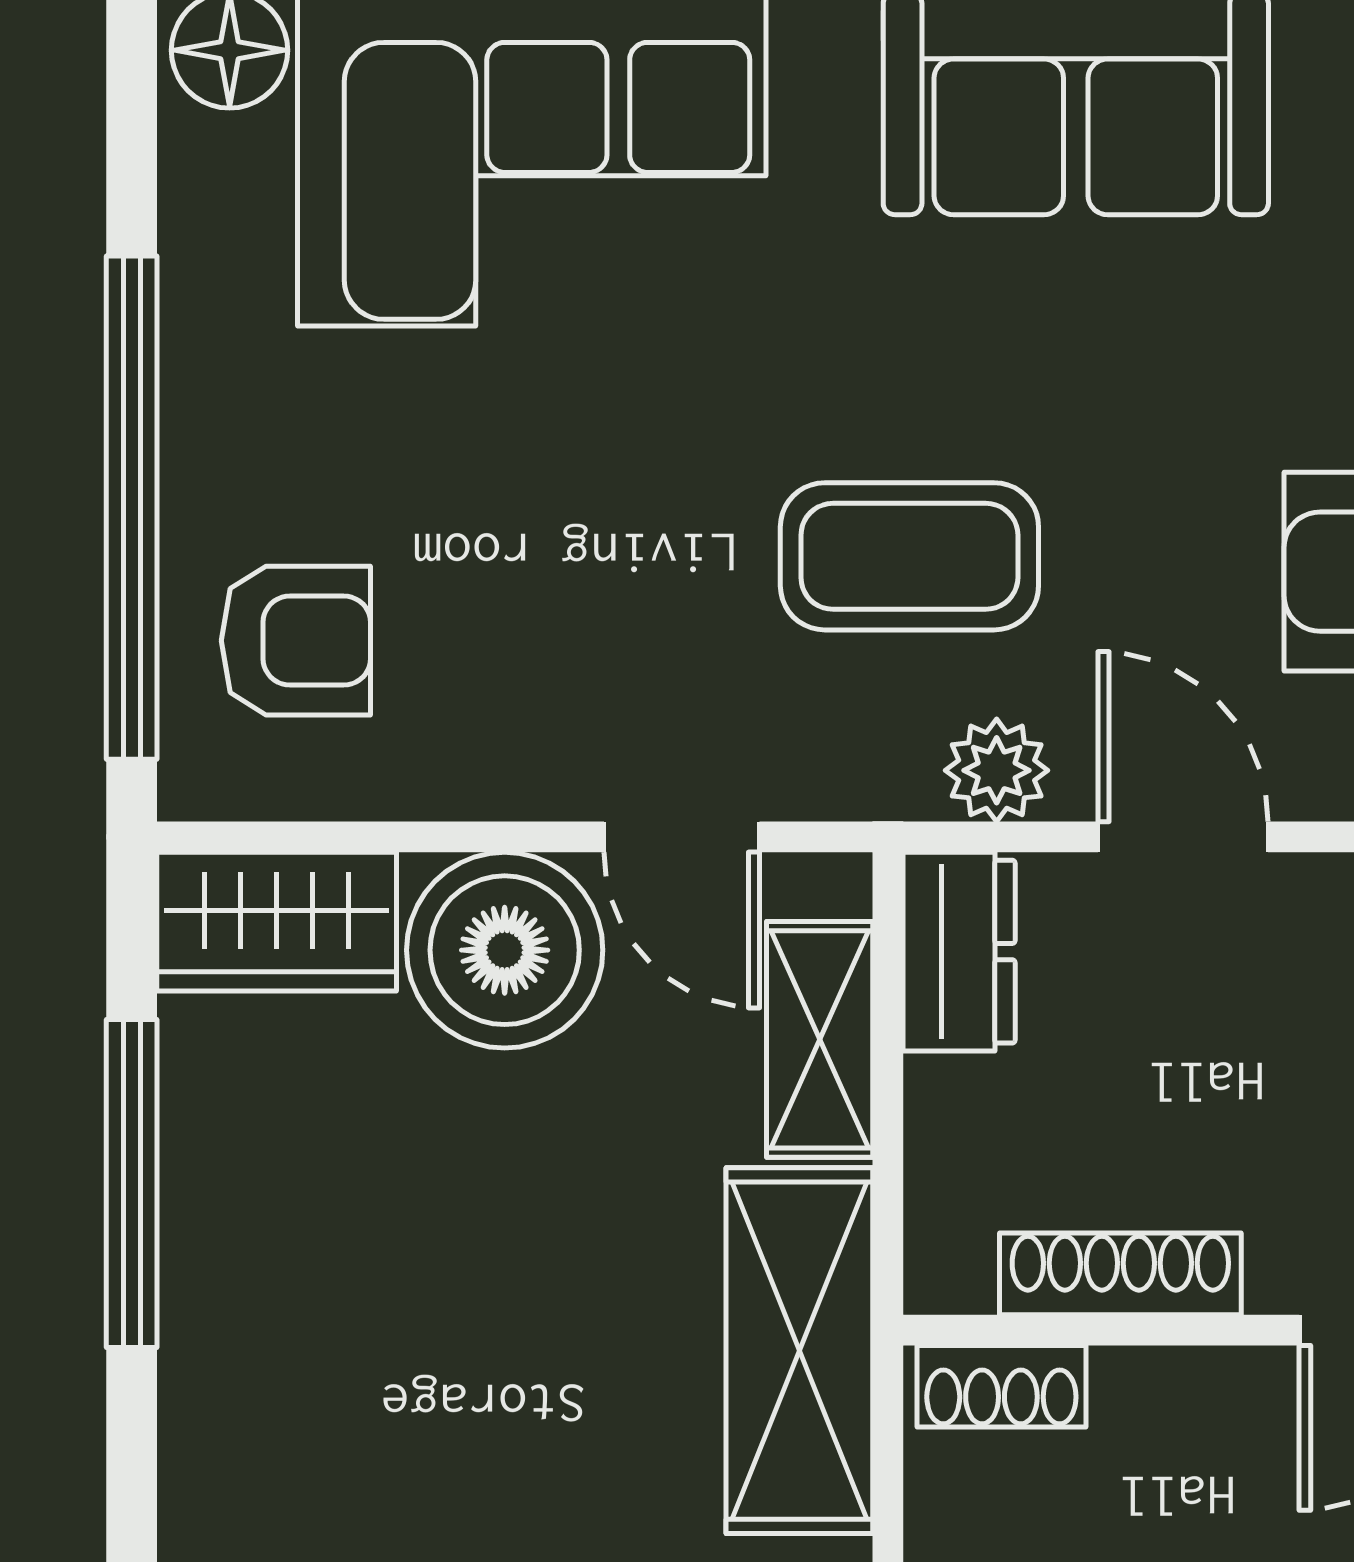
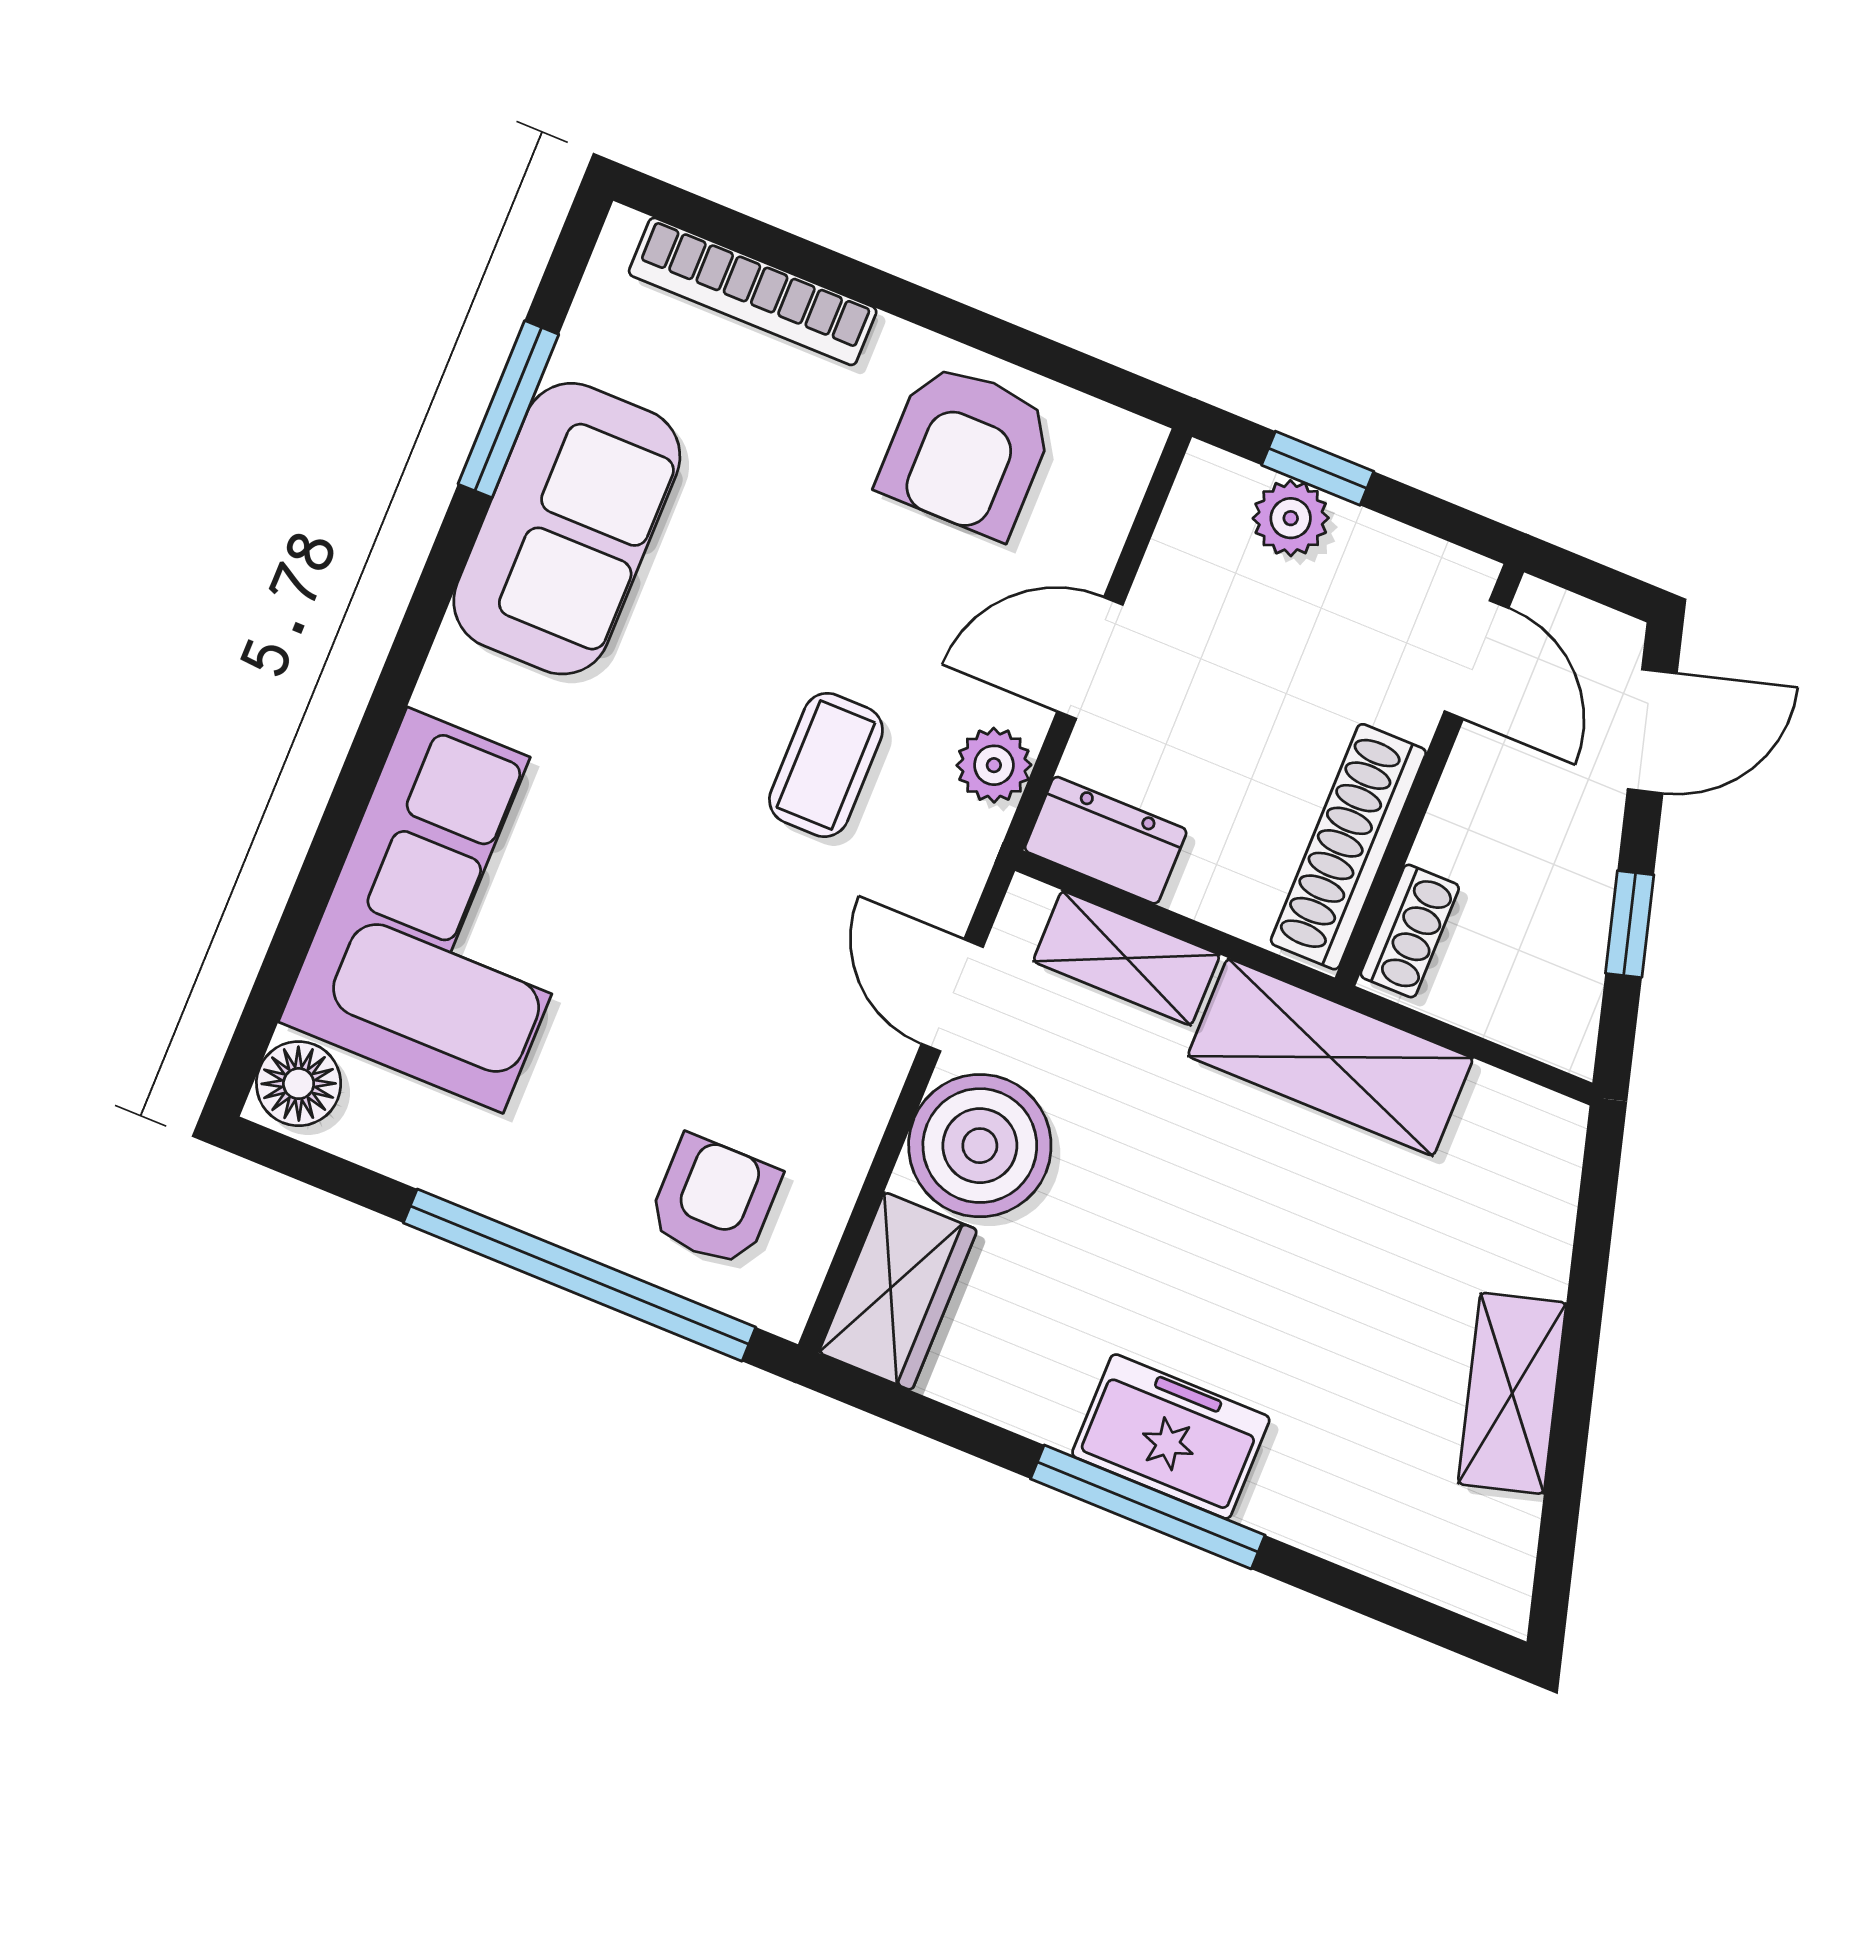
coffee table: (909, 556) -> (826, 765), width x0.73, depth x0.77
door: (682, 837) -> (952, 995), swing flipped
window: (132, 1184) -> (1148, 1507), moved
shoe rack: (1120, 1274) -> (1348, 847), width x1.36, depth x1.24
freezer: (233, 1345) -> (1171, 1436), added

